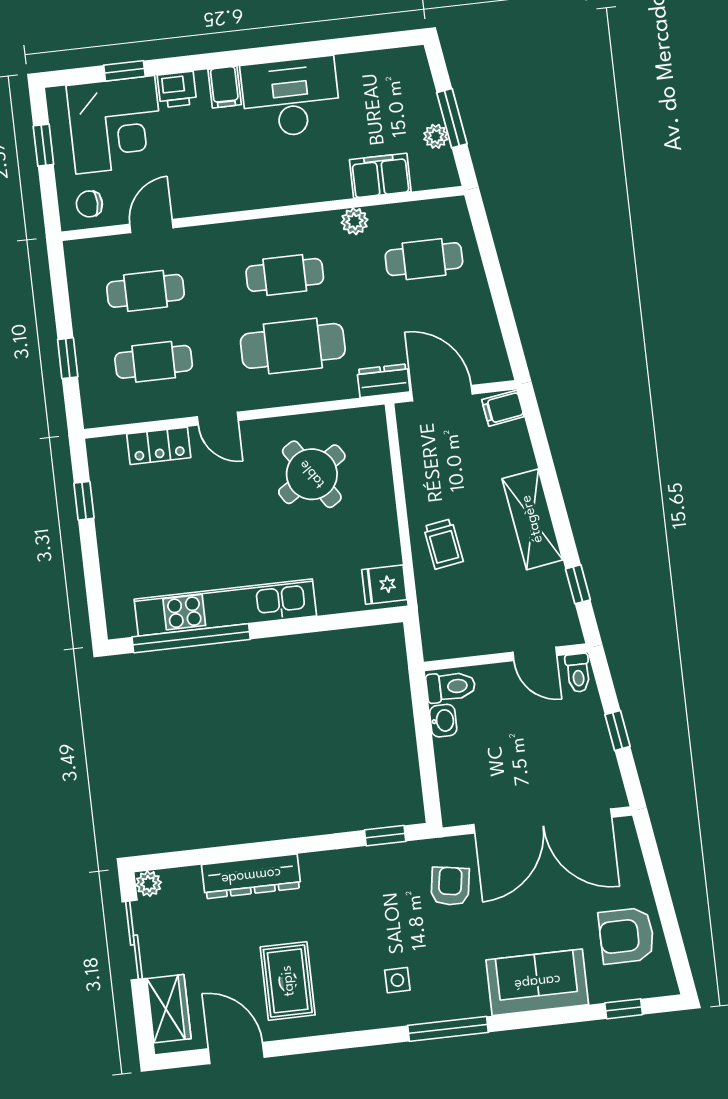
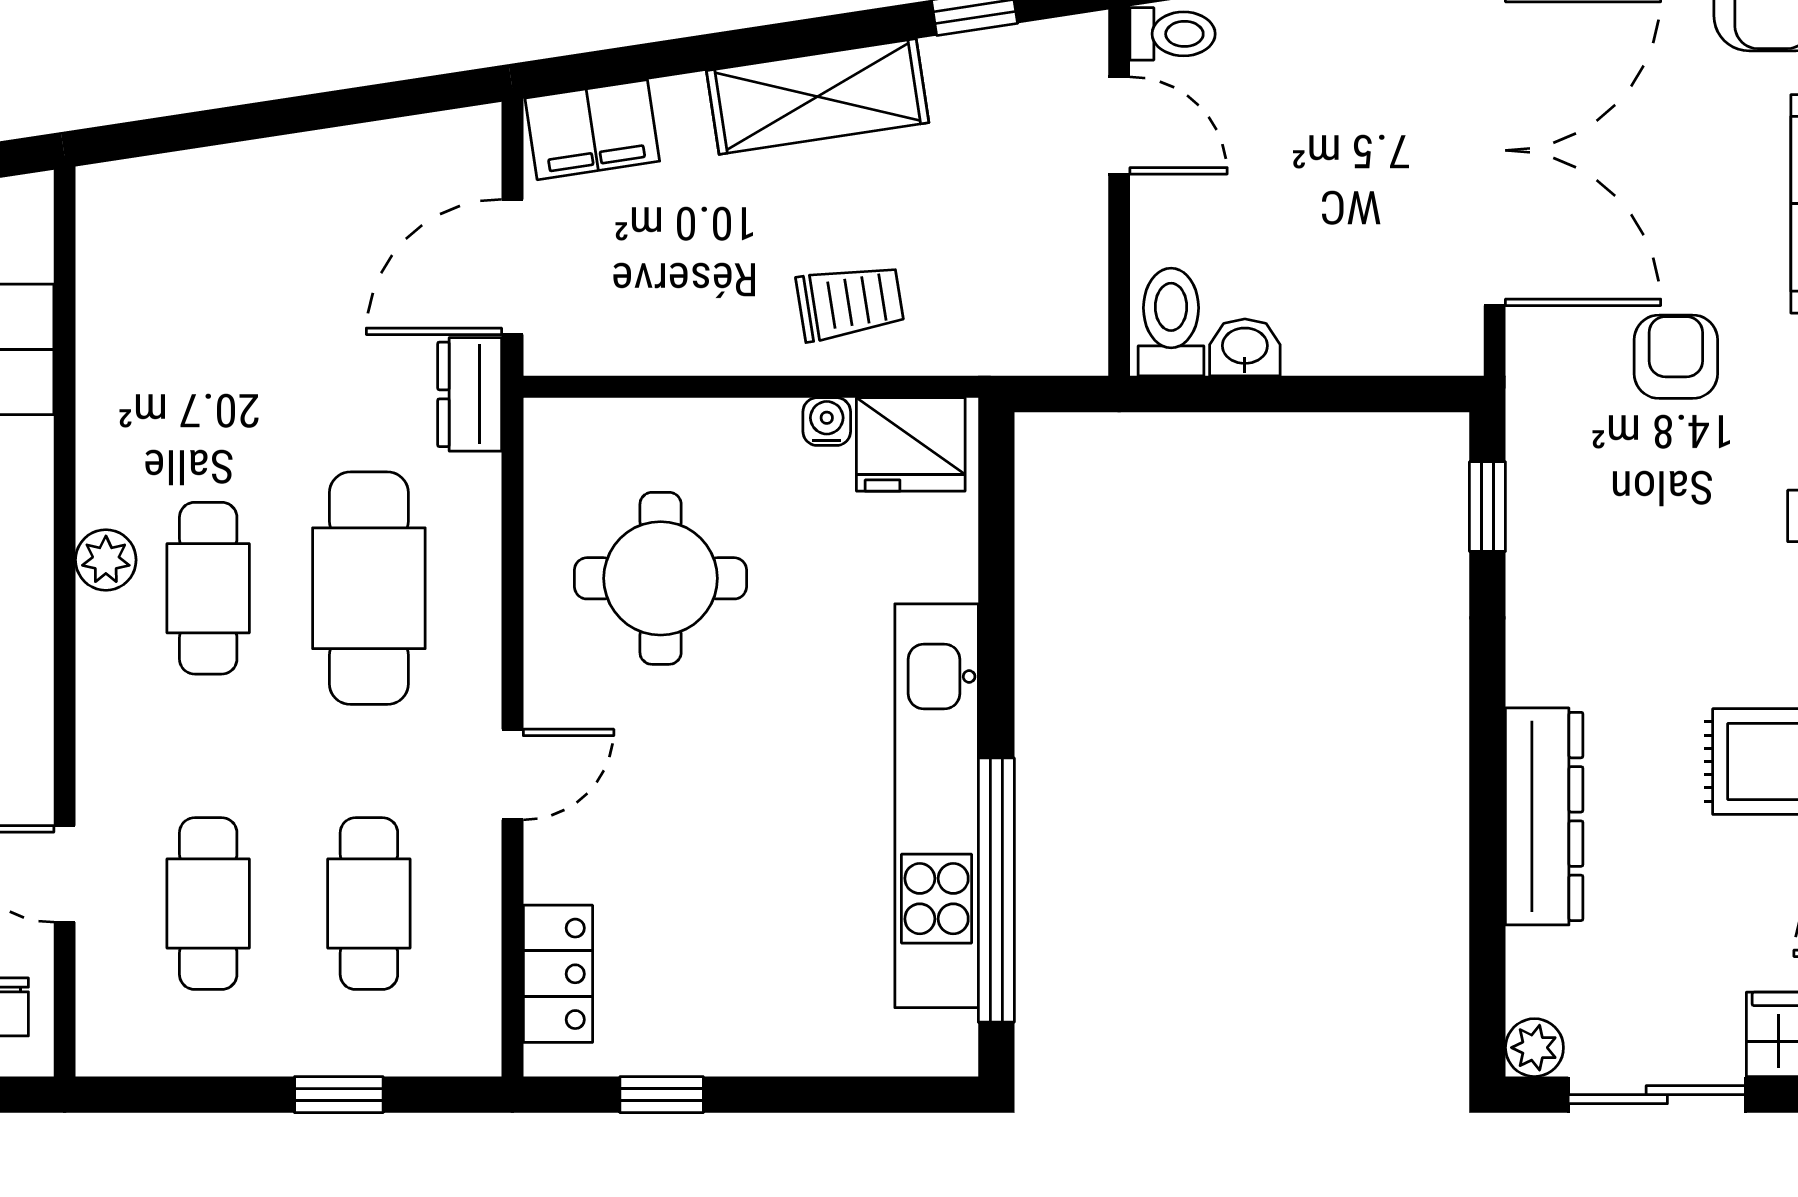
plant: (355, 221) -> (106, 560), moved
cafe table: (424, 259) -> (208, 273), removed
filing cabinet: (503, 408) -> (592, 130), width x2.00
locker: (159, 446) -> (558, 974), moved
round table: (312, 474) -> (661, 578), turned 33
water cooler: (389, 540) -> (827, 422), added
fridge: (384, 585) -> (911, 444), width x1.38
door: (535, 654) -> (1119, 125), hinge flipped
armchair: (450, 886) -> (1676, 357), moved, turned 81

